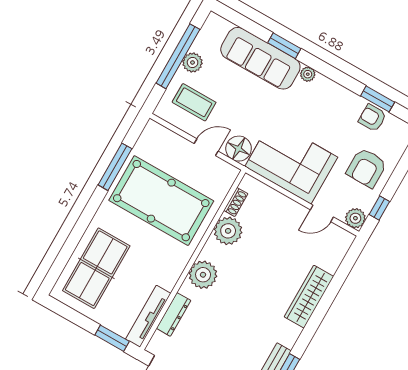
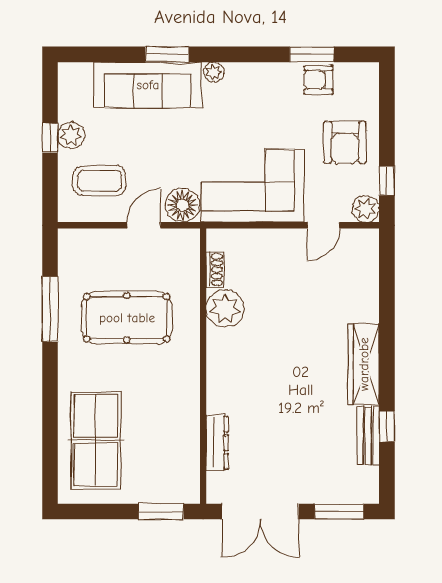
window: (178, 56) -> (50, 138), width x0.32
pool table: (161, 201) -> (127, 318), width x0.73, depth x0.76
plant: (203, 275) -> (225, 377), removed
wardrobe: (309, 297) -> (364, 364), moved
tv unit: (148, 316) -> (189, 462), removed

